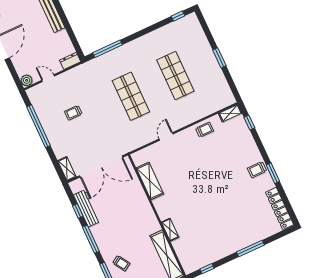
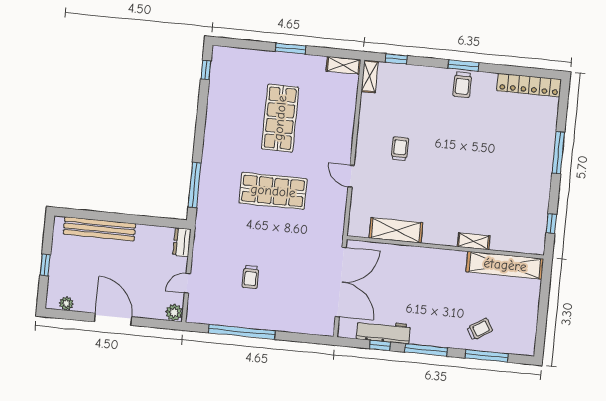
shop shelf: (175, 76) -> (280, 118), turned 90
trolley: (205, 130) -> (400, 149), moved
shelving: (67, 169) -> (343, 65), moved
window: (273, 173) -> (464, 66), moved

